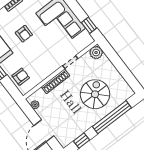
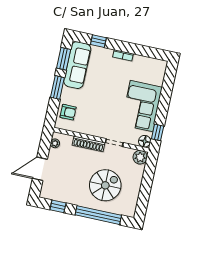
armchair: (24, 34) -> (105, 85), removed
floor lamp: (87, 40) -> (145, 141), added

